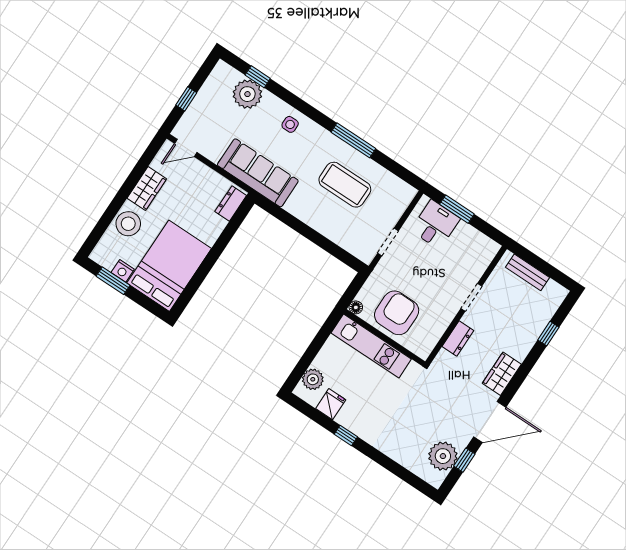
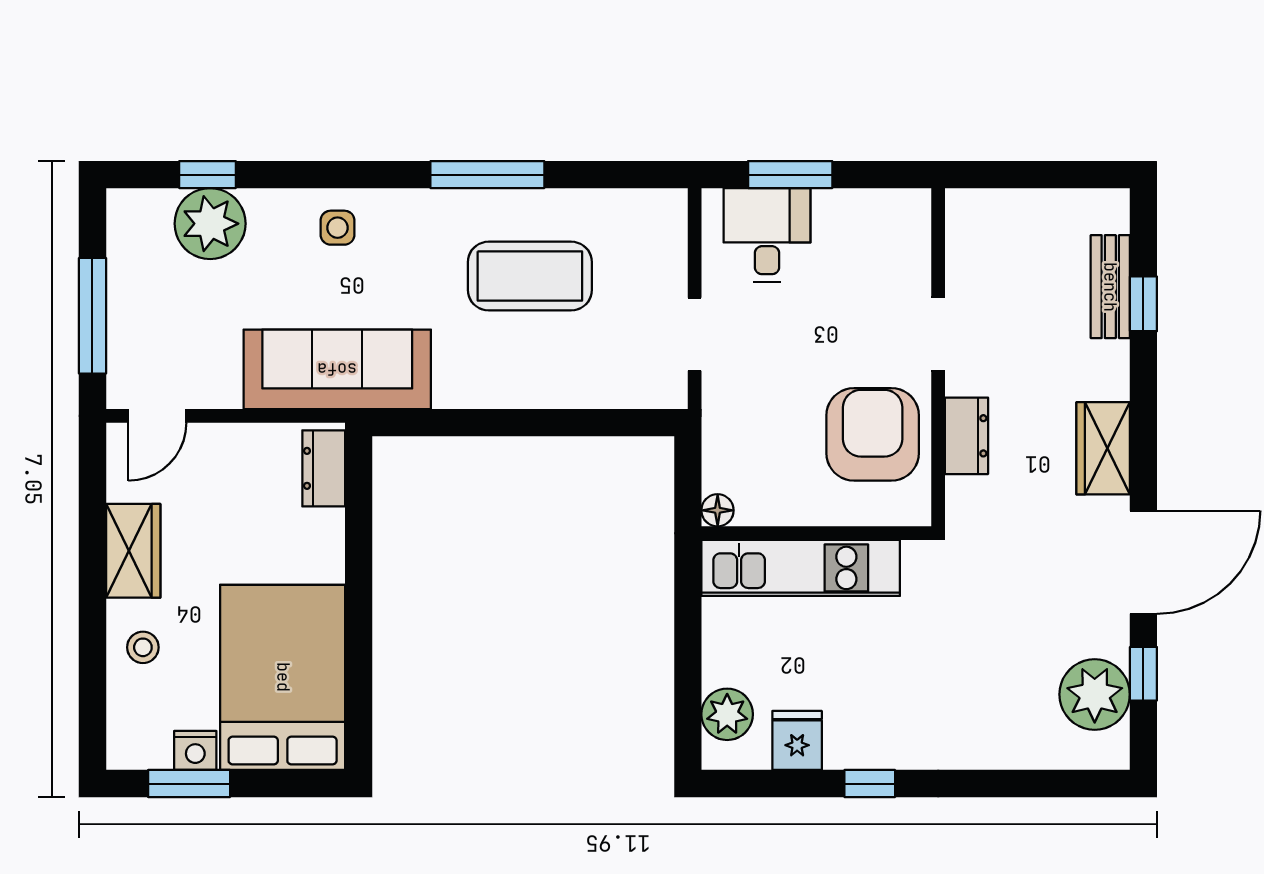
window: (186, 99) -> (92, 316), width x2.17
stool: (128, 224) -> (143, 647), width x0.53, depth x0.53
bench: (528, 272) -> (1110, 287), moved, turned 90
armchair: (397, 313) -> (873, 434), moved

